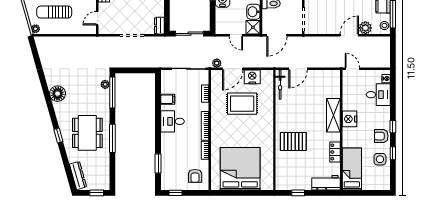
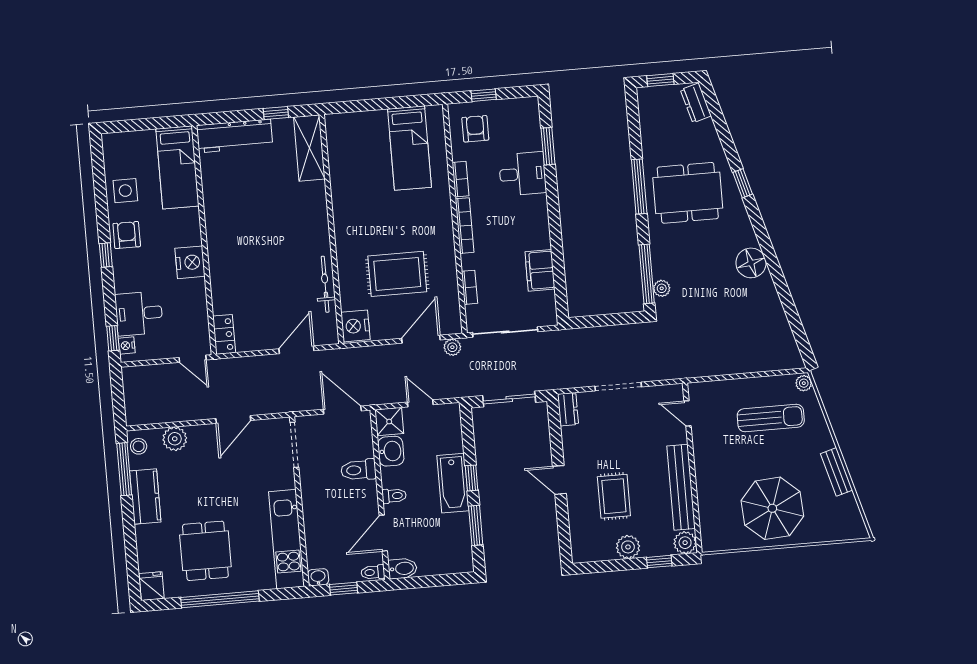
door: (97, 18) -> (688, 413), swing flipped
door: (277, 35) -> (342, 410), hinge flipped
door: (349, 35) -> (233, 419), moved
nightstand: (252, 77) -> (355, 326), moved, turned 90
bicycle: (280, 85) -> (325, 284), moved
filing cabinet: (168, 99) -> (540, 270), width x2.00
shelving: (333, 115) -> (309, 148), moved
desk: (172, 121) -> (523, 174), moved
dining table: (87, 133) -> (688, 193), turned 90
armchair: (381, 136) -> (127, 235), turned -90
pallet: (293, 141) -> (294, 210), removed
locker: (335, 152) -> (224, 334), moved
window: (393, 153) -> (113, 338), moved
bed: (240, 169) -> (410, 148), width x0.49
dresser: (78, 176) -> (696, 103), width x0.70
workbench: (326, 183) -> (235, 136), width x1.38
window: (176, 193) -> (484, 95), moved

